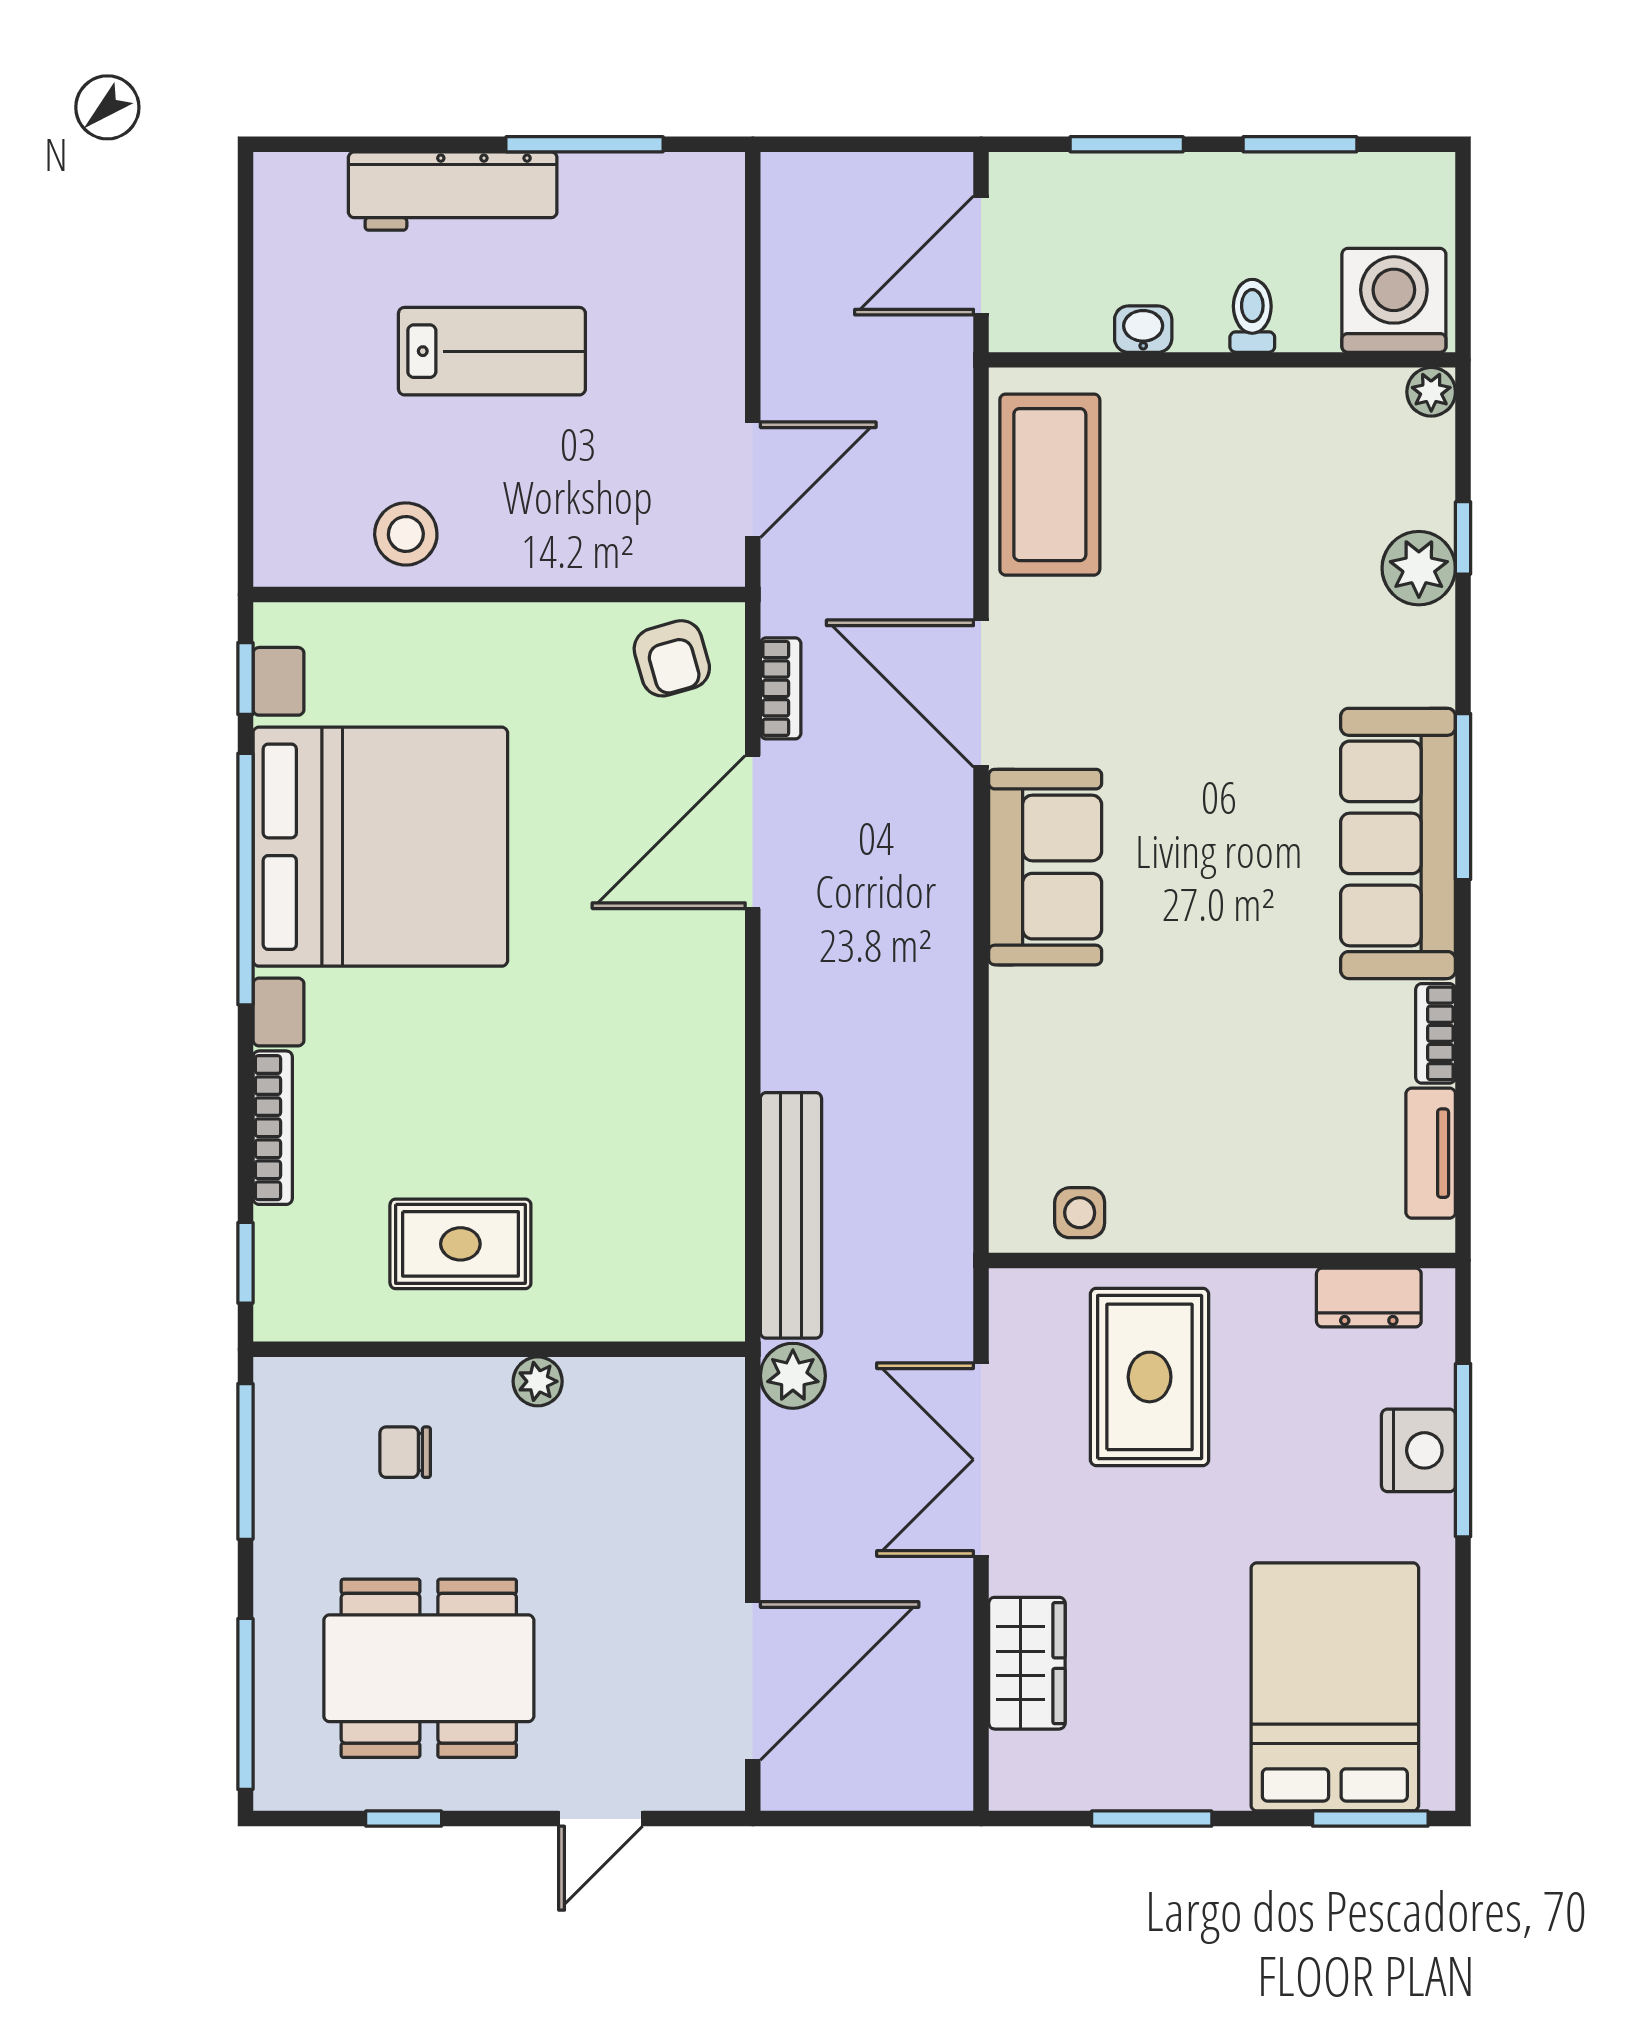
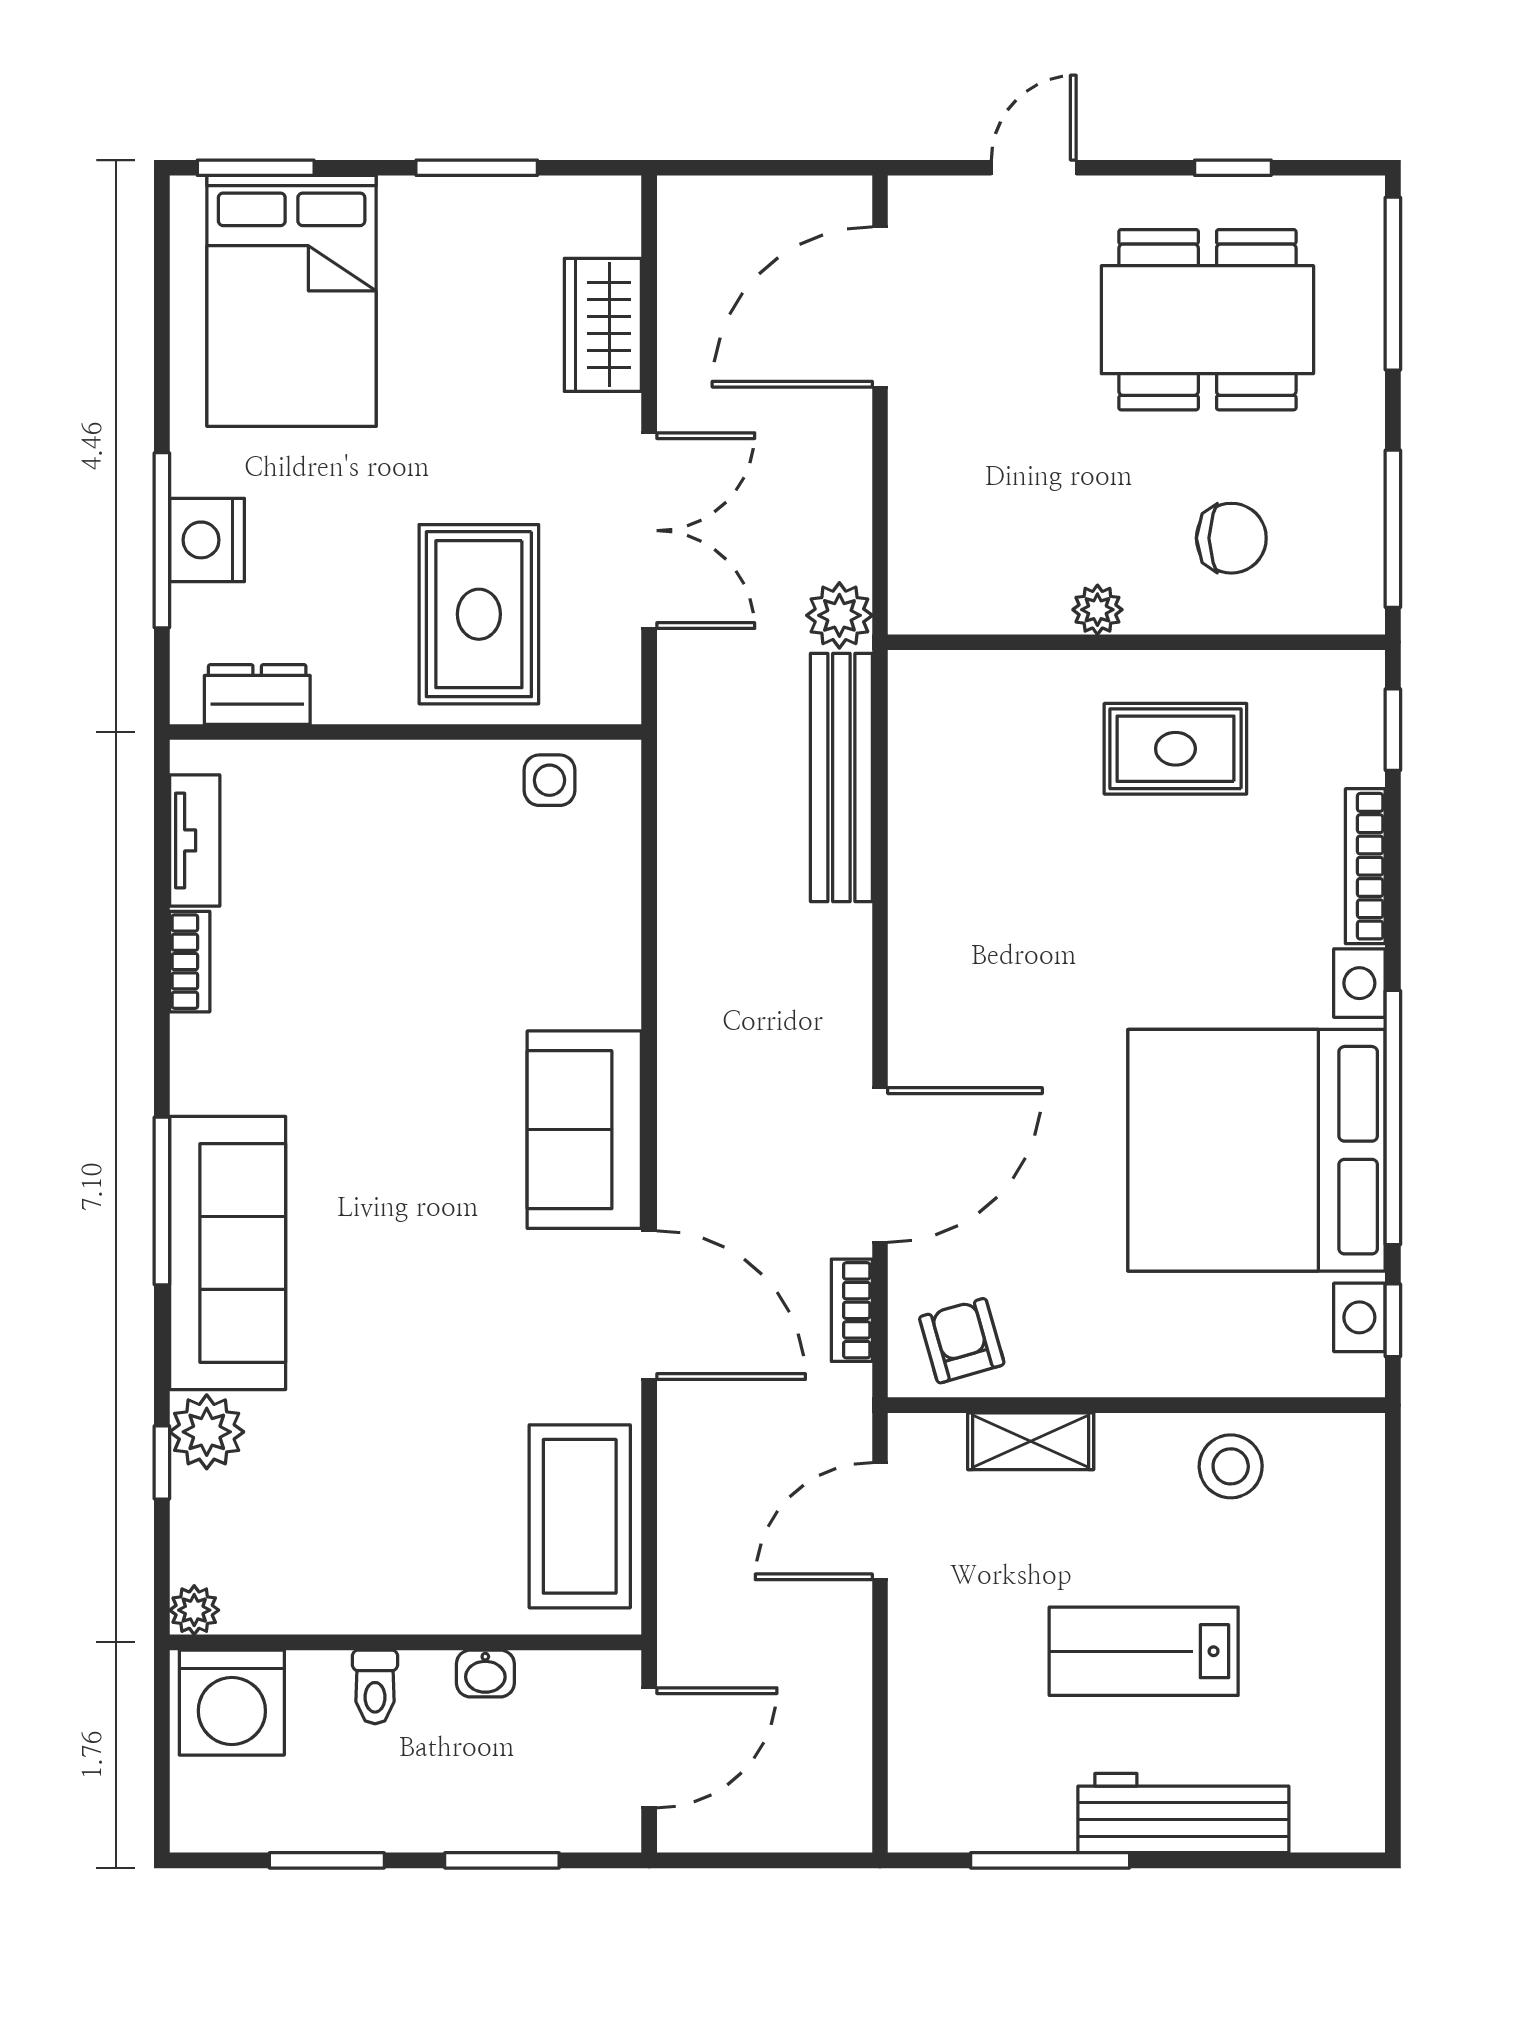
shelving: (604, 559) -> (1031, 1441), added
sofa: (1398, 843) -> (228, 1253), moved
chair: (405, 1452) -> (1231, 538), width x1.37, depth x1.37

